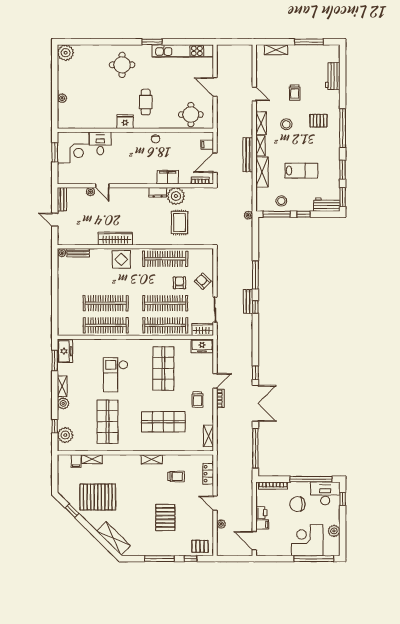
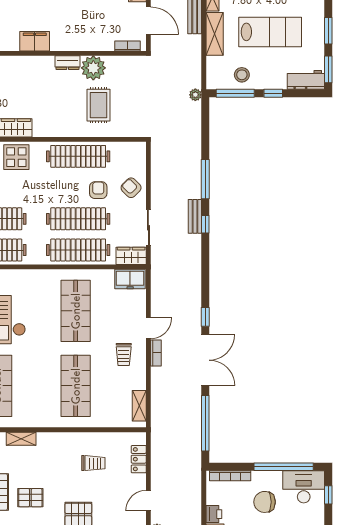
door: (215, 163) -> (148, 21), swing flipped
lab bench: (301, 171) -> (270, 32), width x1.36, depth x1.39
filing cabinet: (168, 177) -> (35, 41), moved
shop shelf: (163, 422) -> (76, 386), turned 90
shelving: (152, 459) -> (21, 439), moved
pallet: (131, 501) -> (30, 498), added
door: (215, 503) -> (148, 501), hinge flipped

